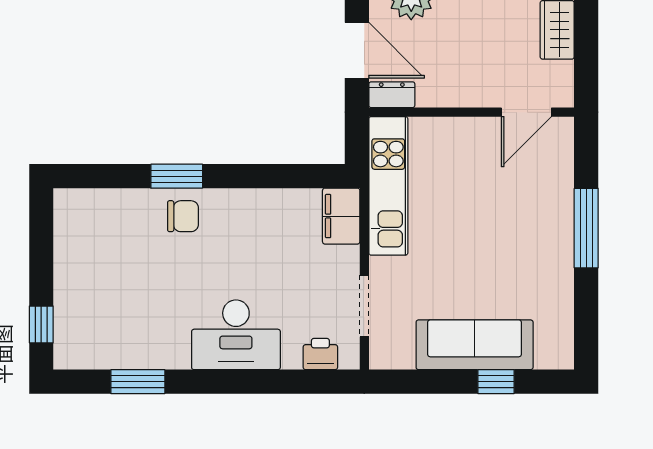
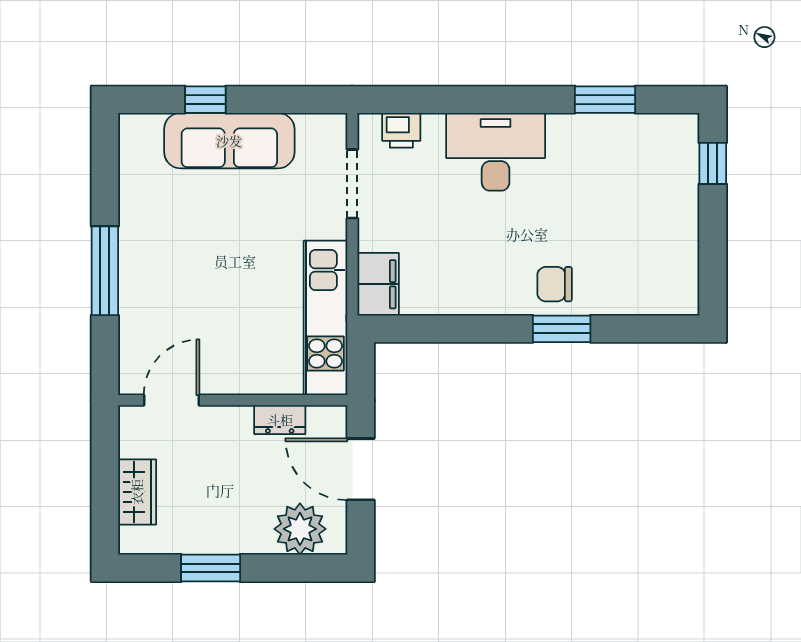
dresser: (392, 95) -> (280, 420), moved

